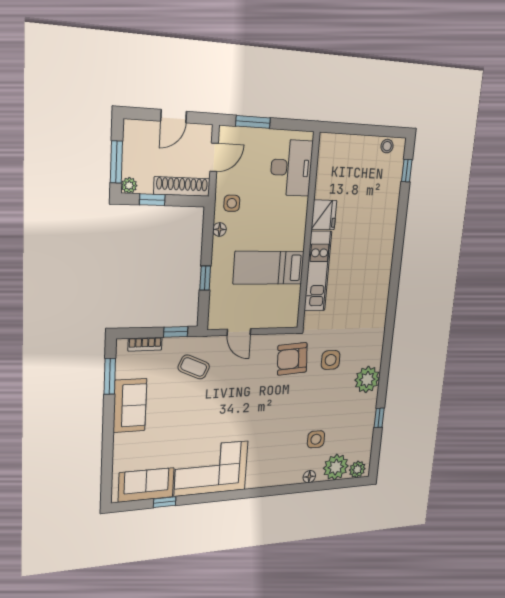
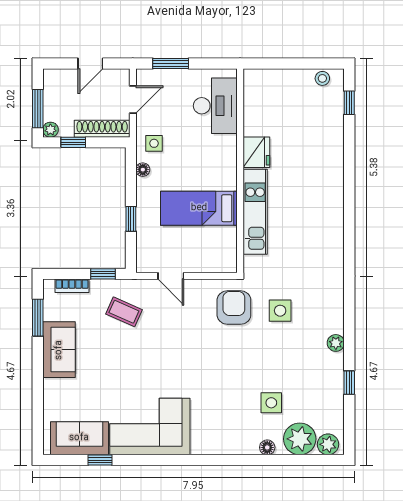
armchair: (292, 359) -> (234, 308), turned 94
plant: (367, 379) -> (336, 343), width x0.53, depth x0.53

